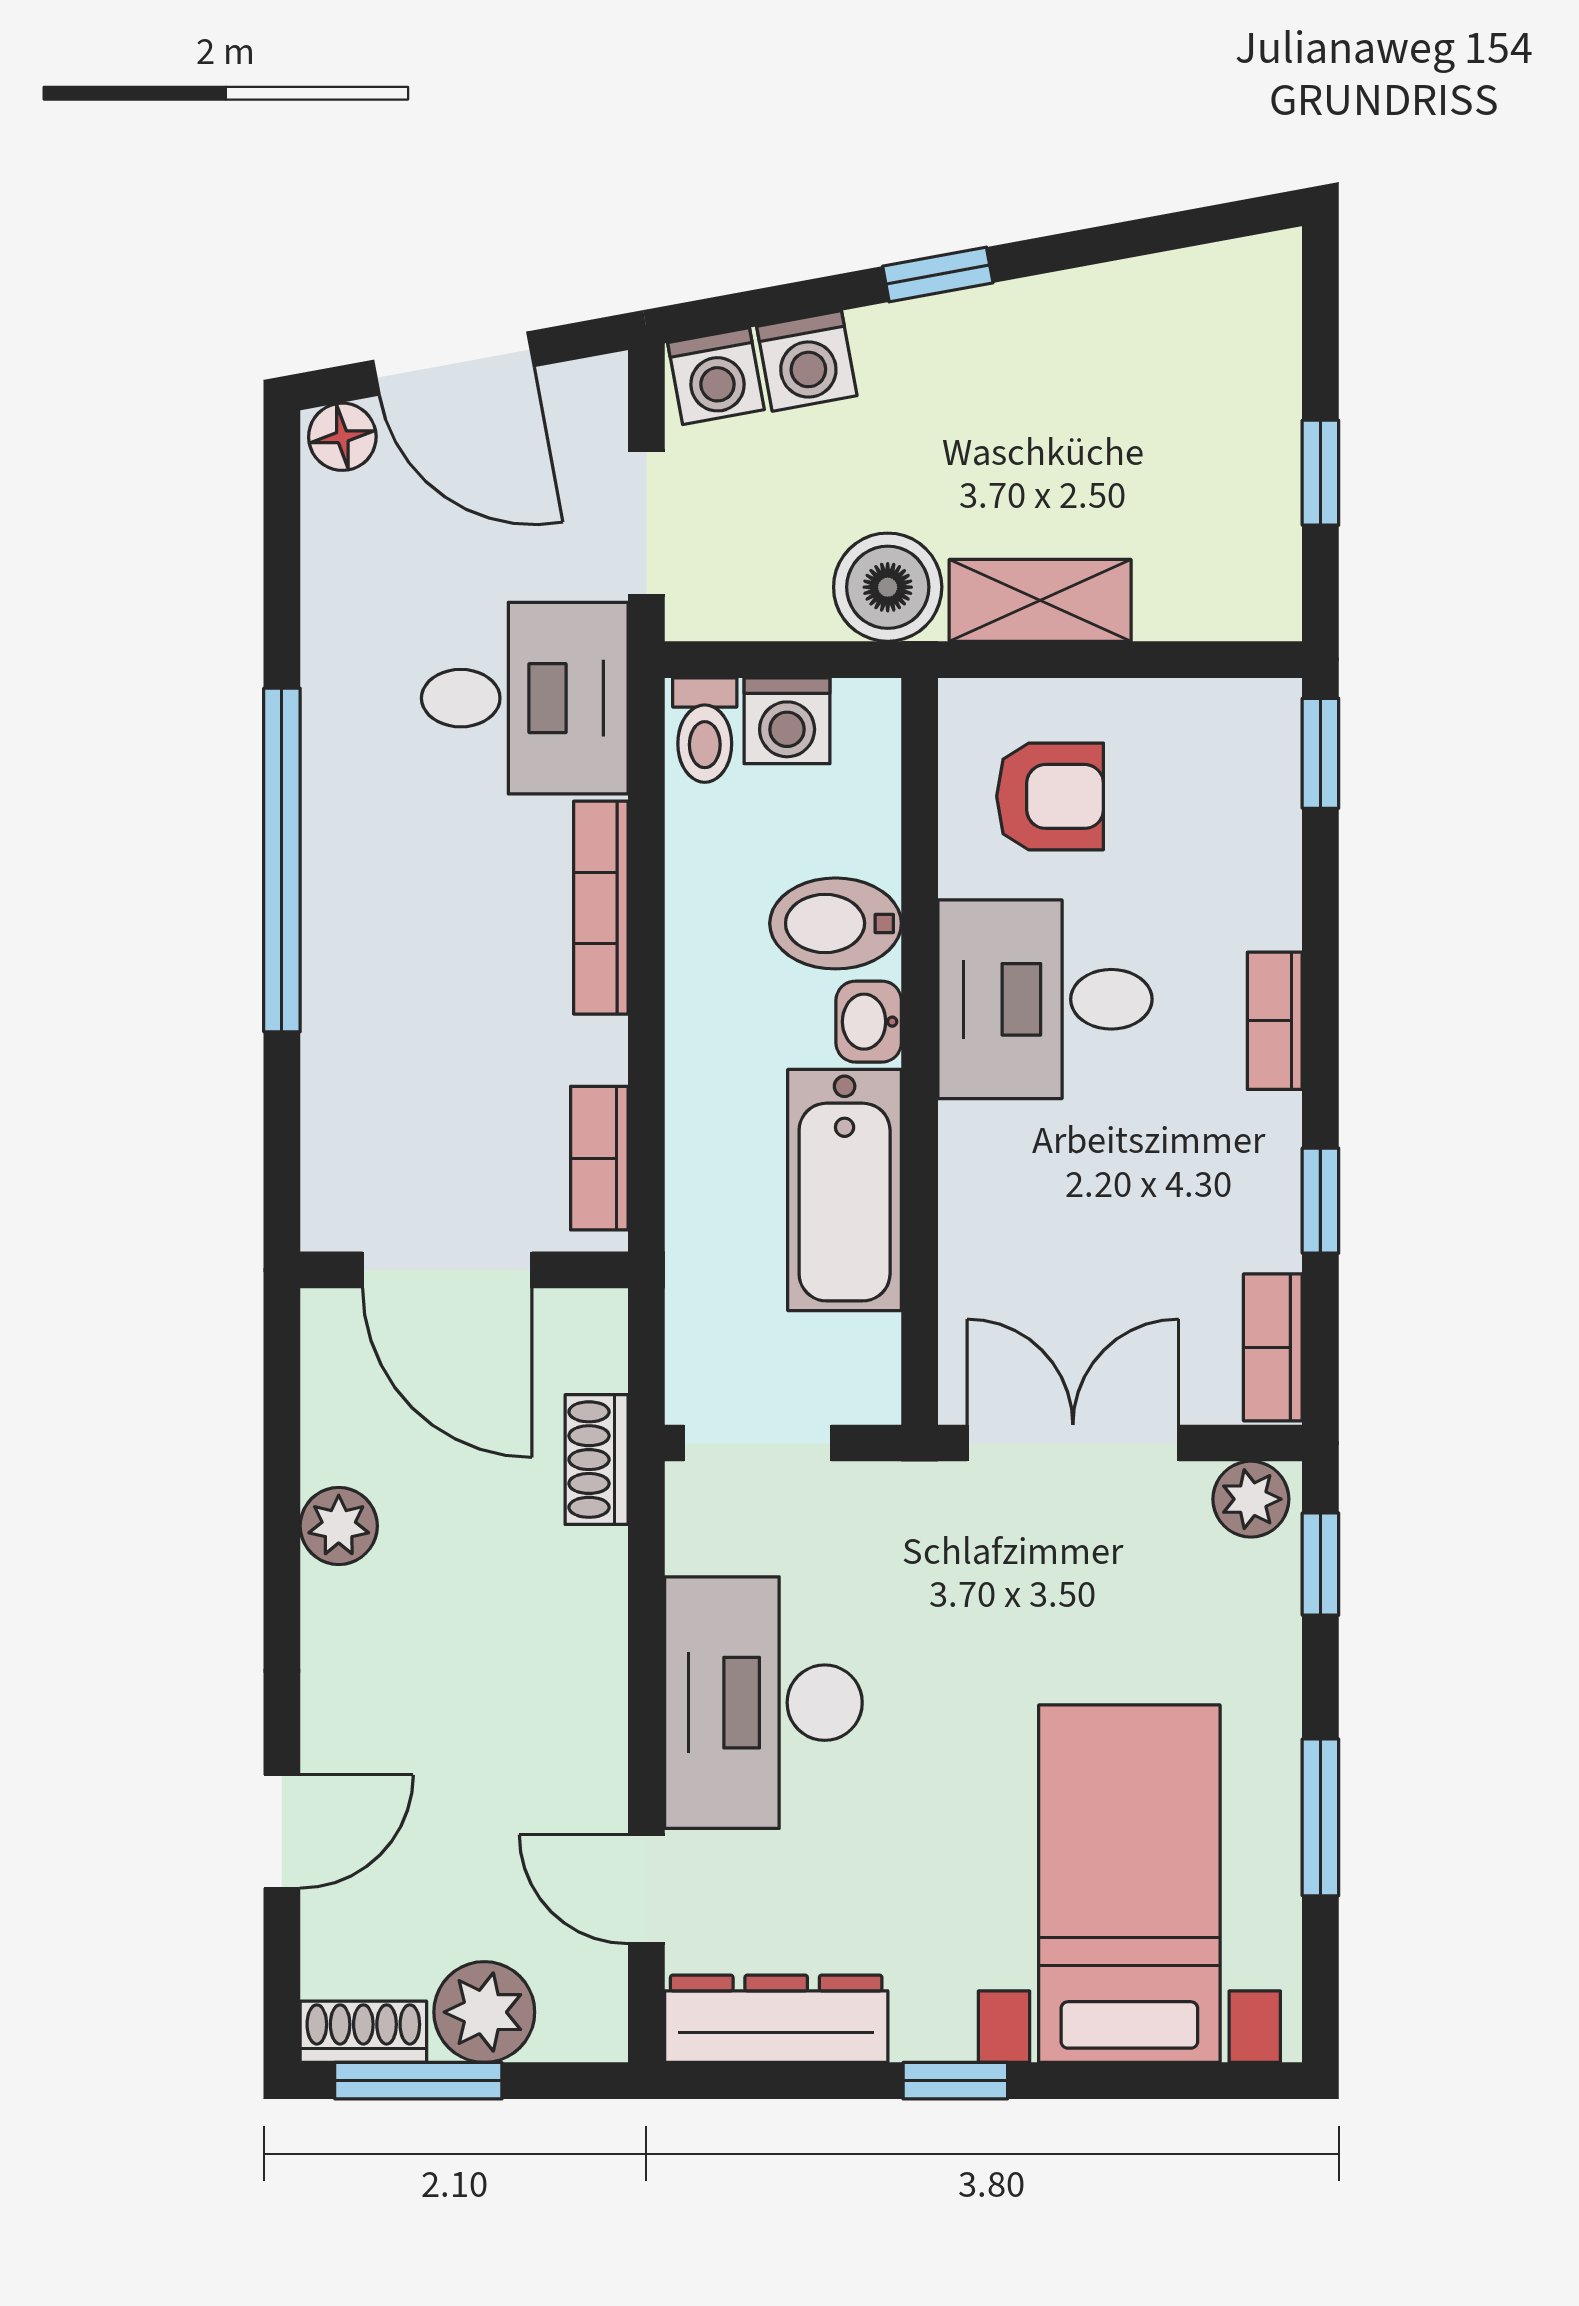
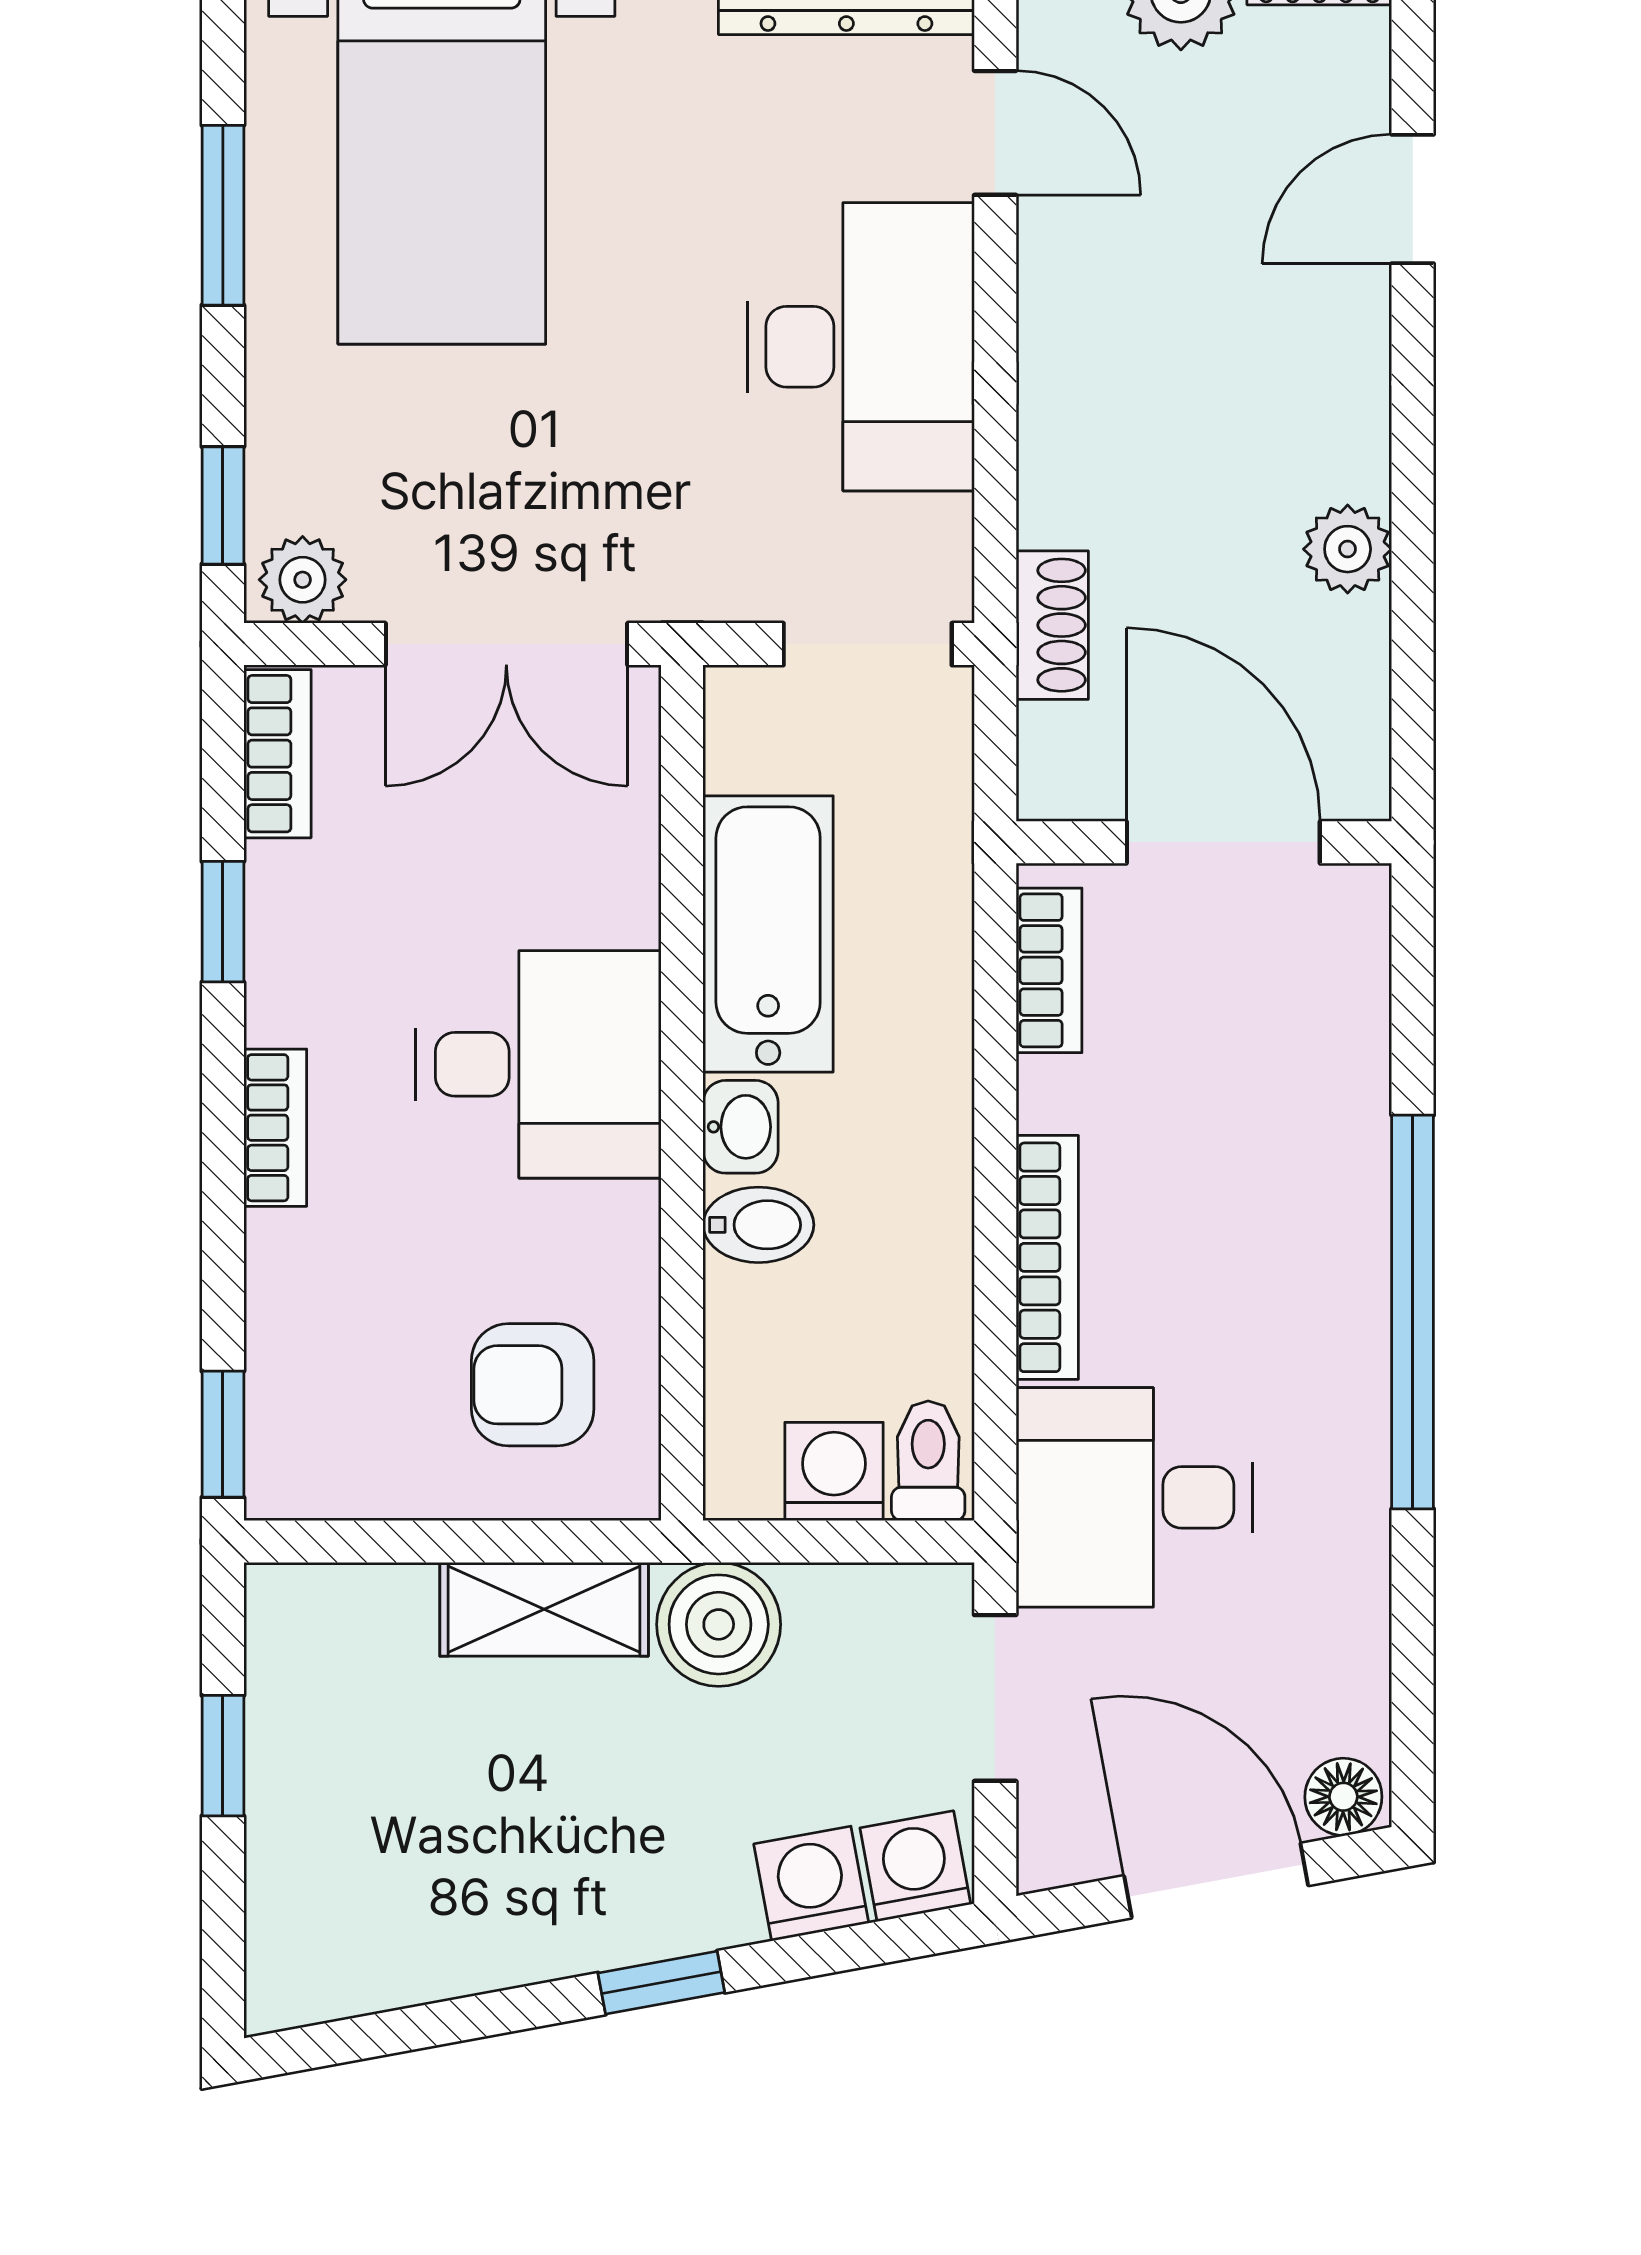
bidet: (836, 923) -> (758, 1225), width x0.72, depth x0.74
desk: (1045, 999) -> (539, 1064), moved

